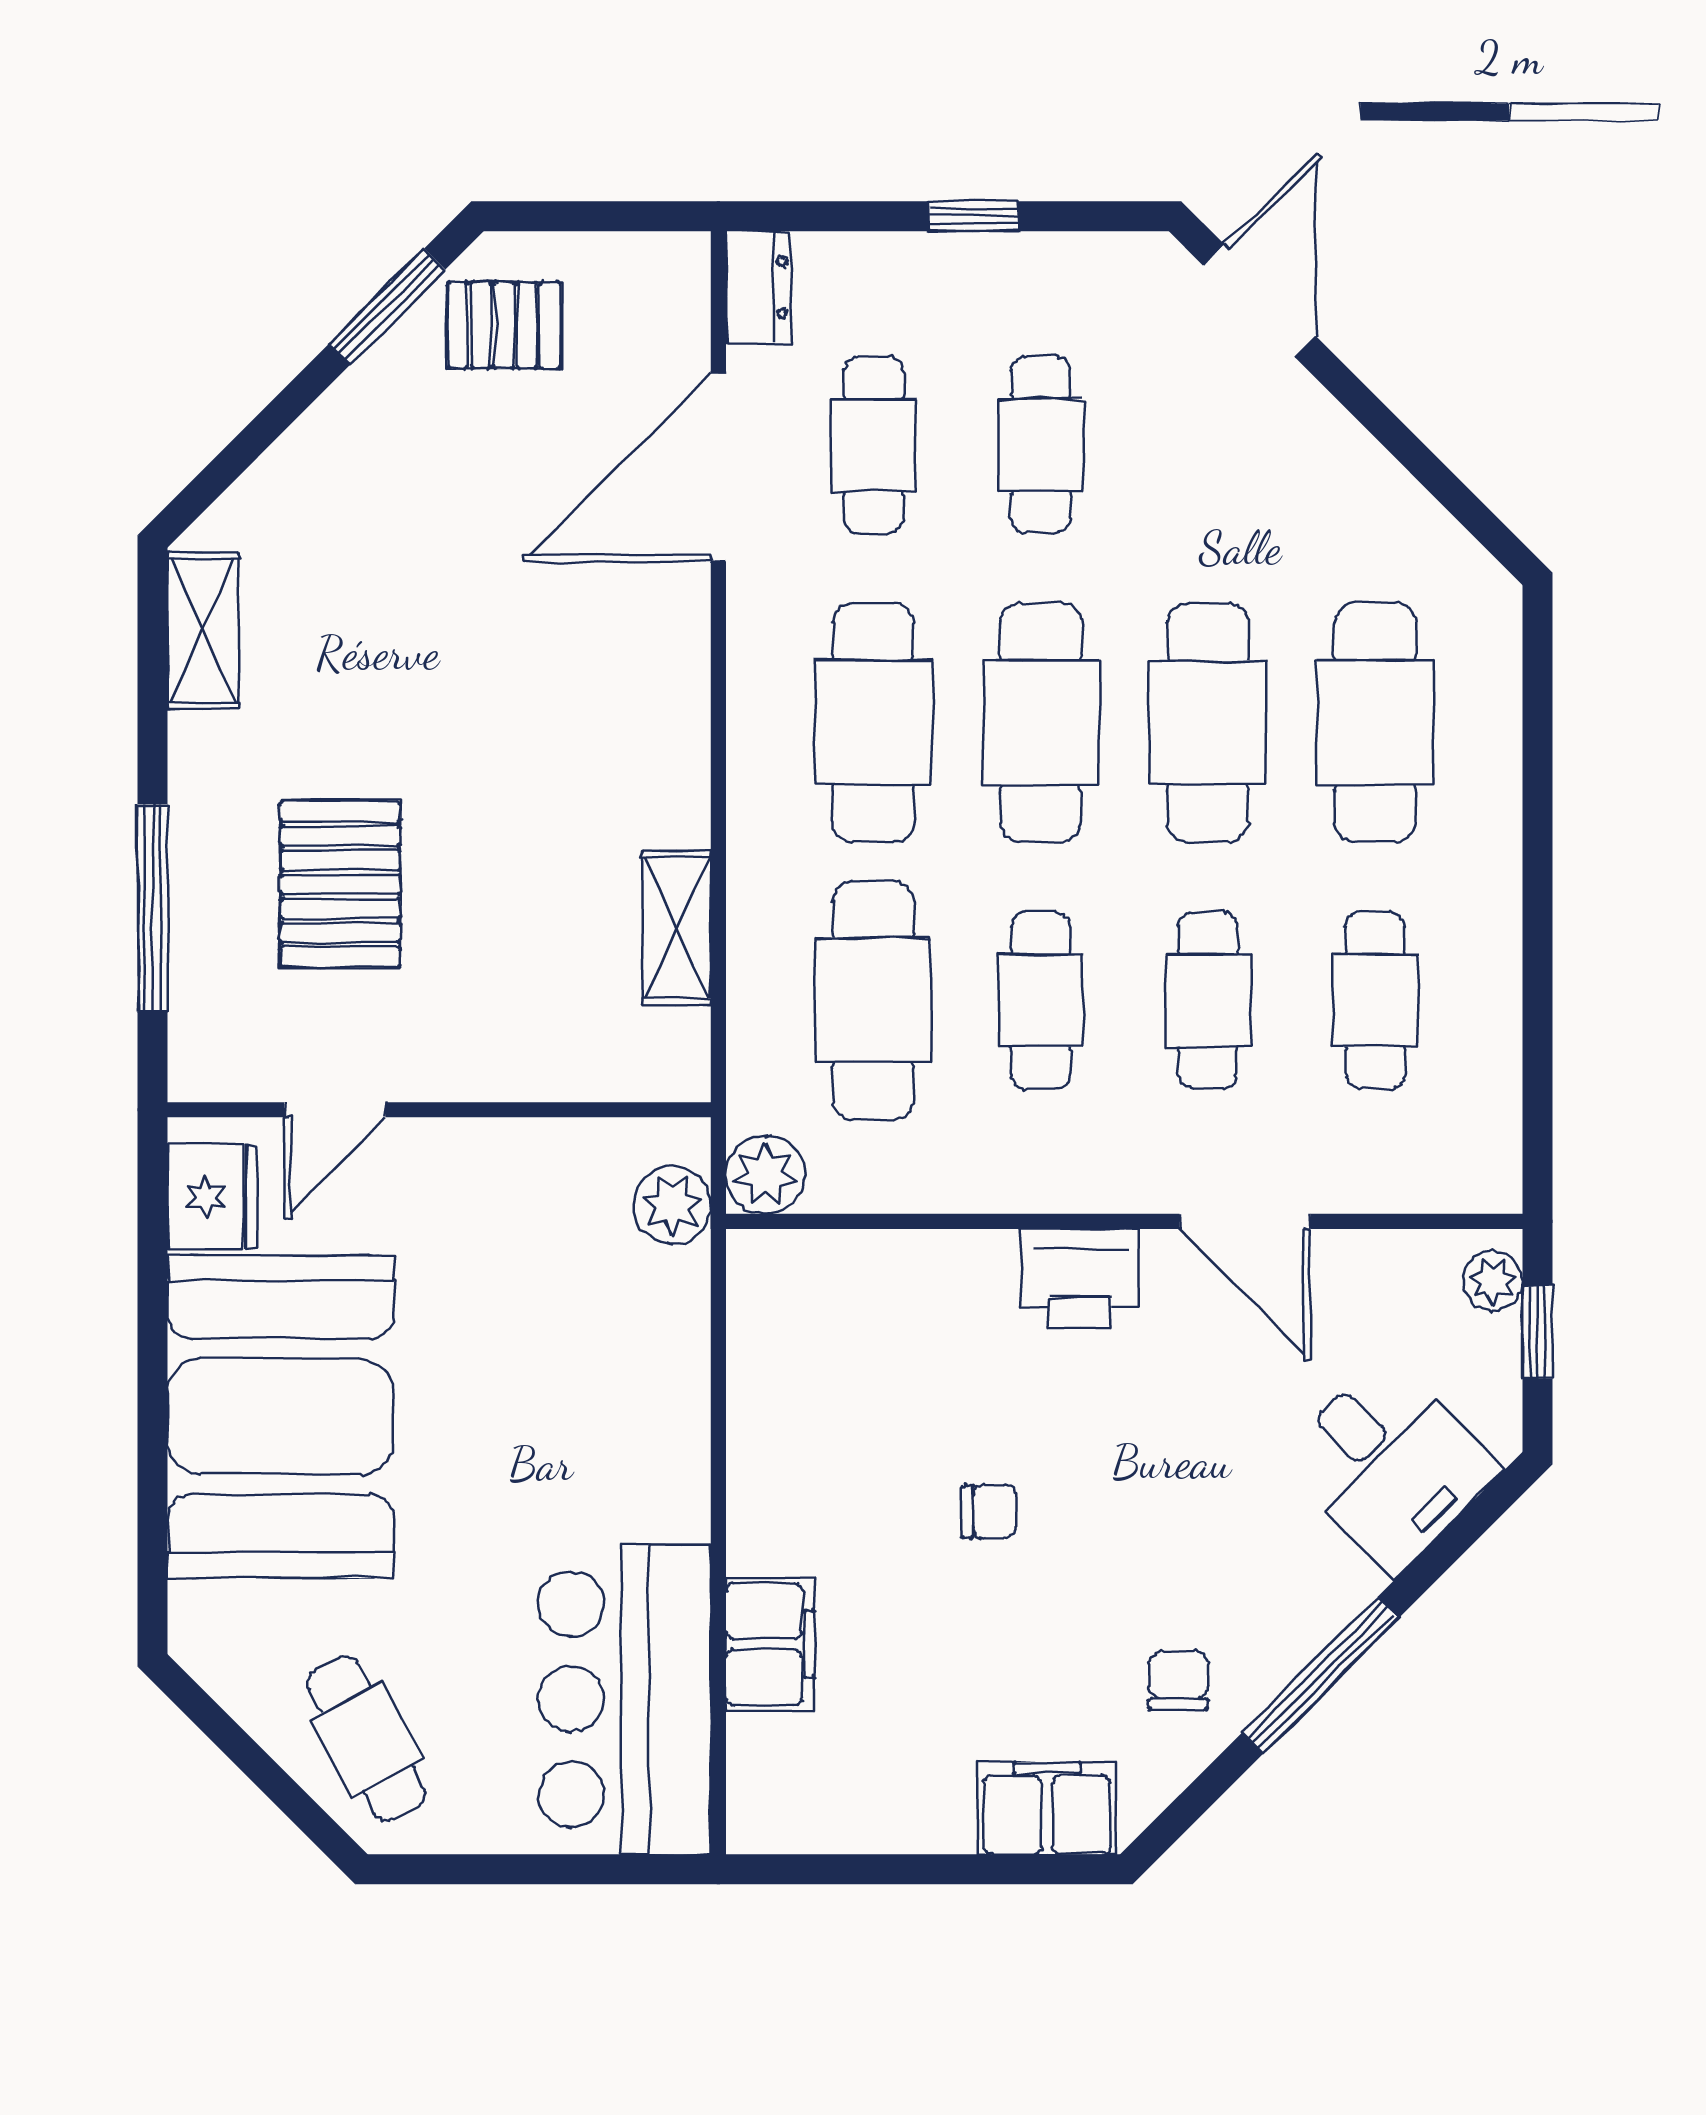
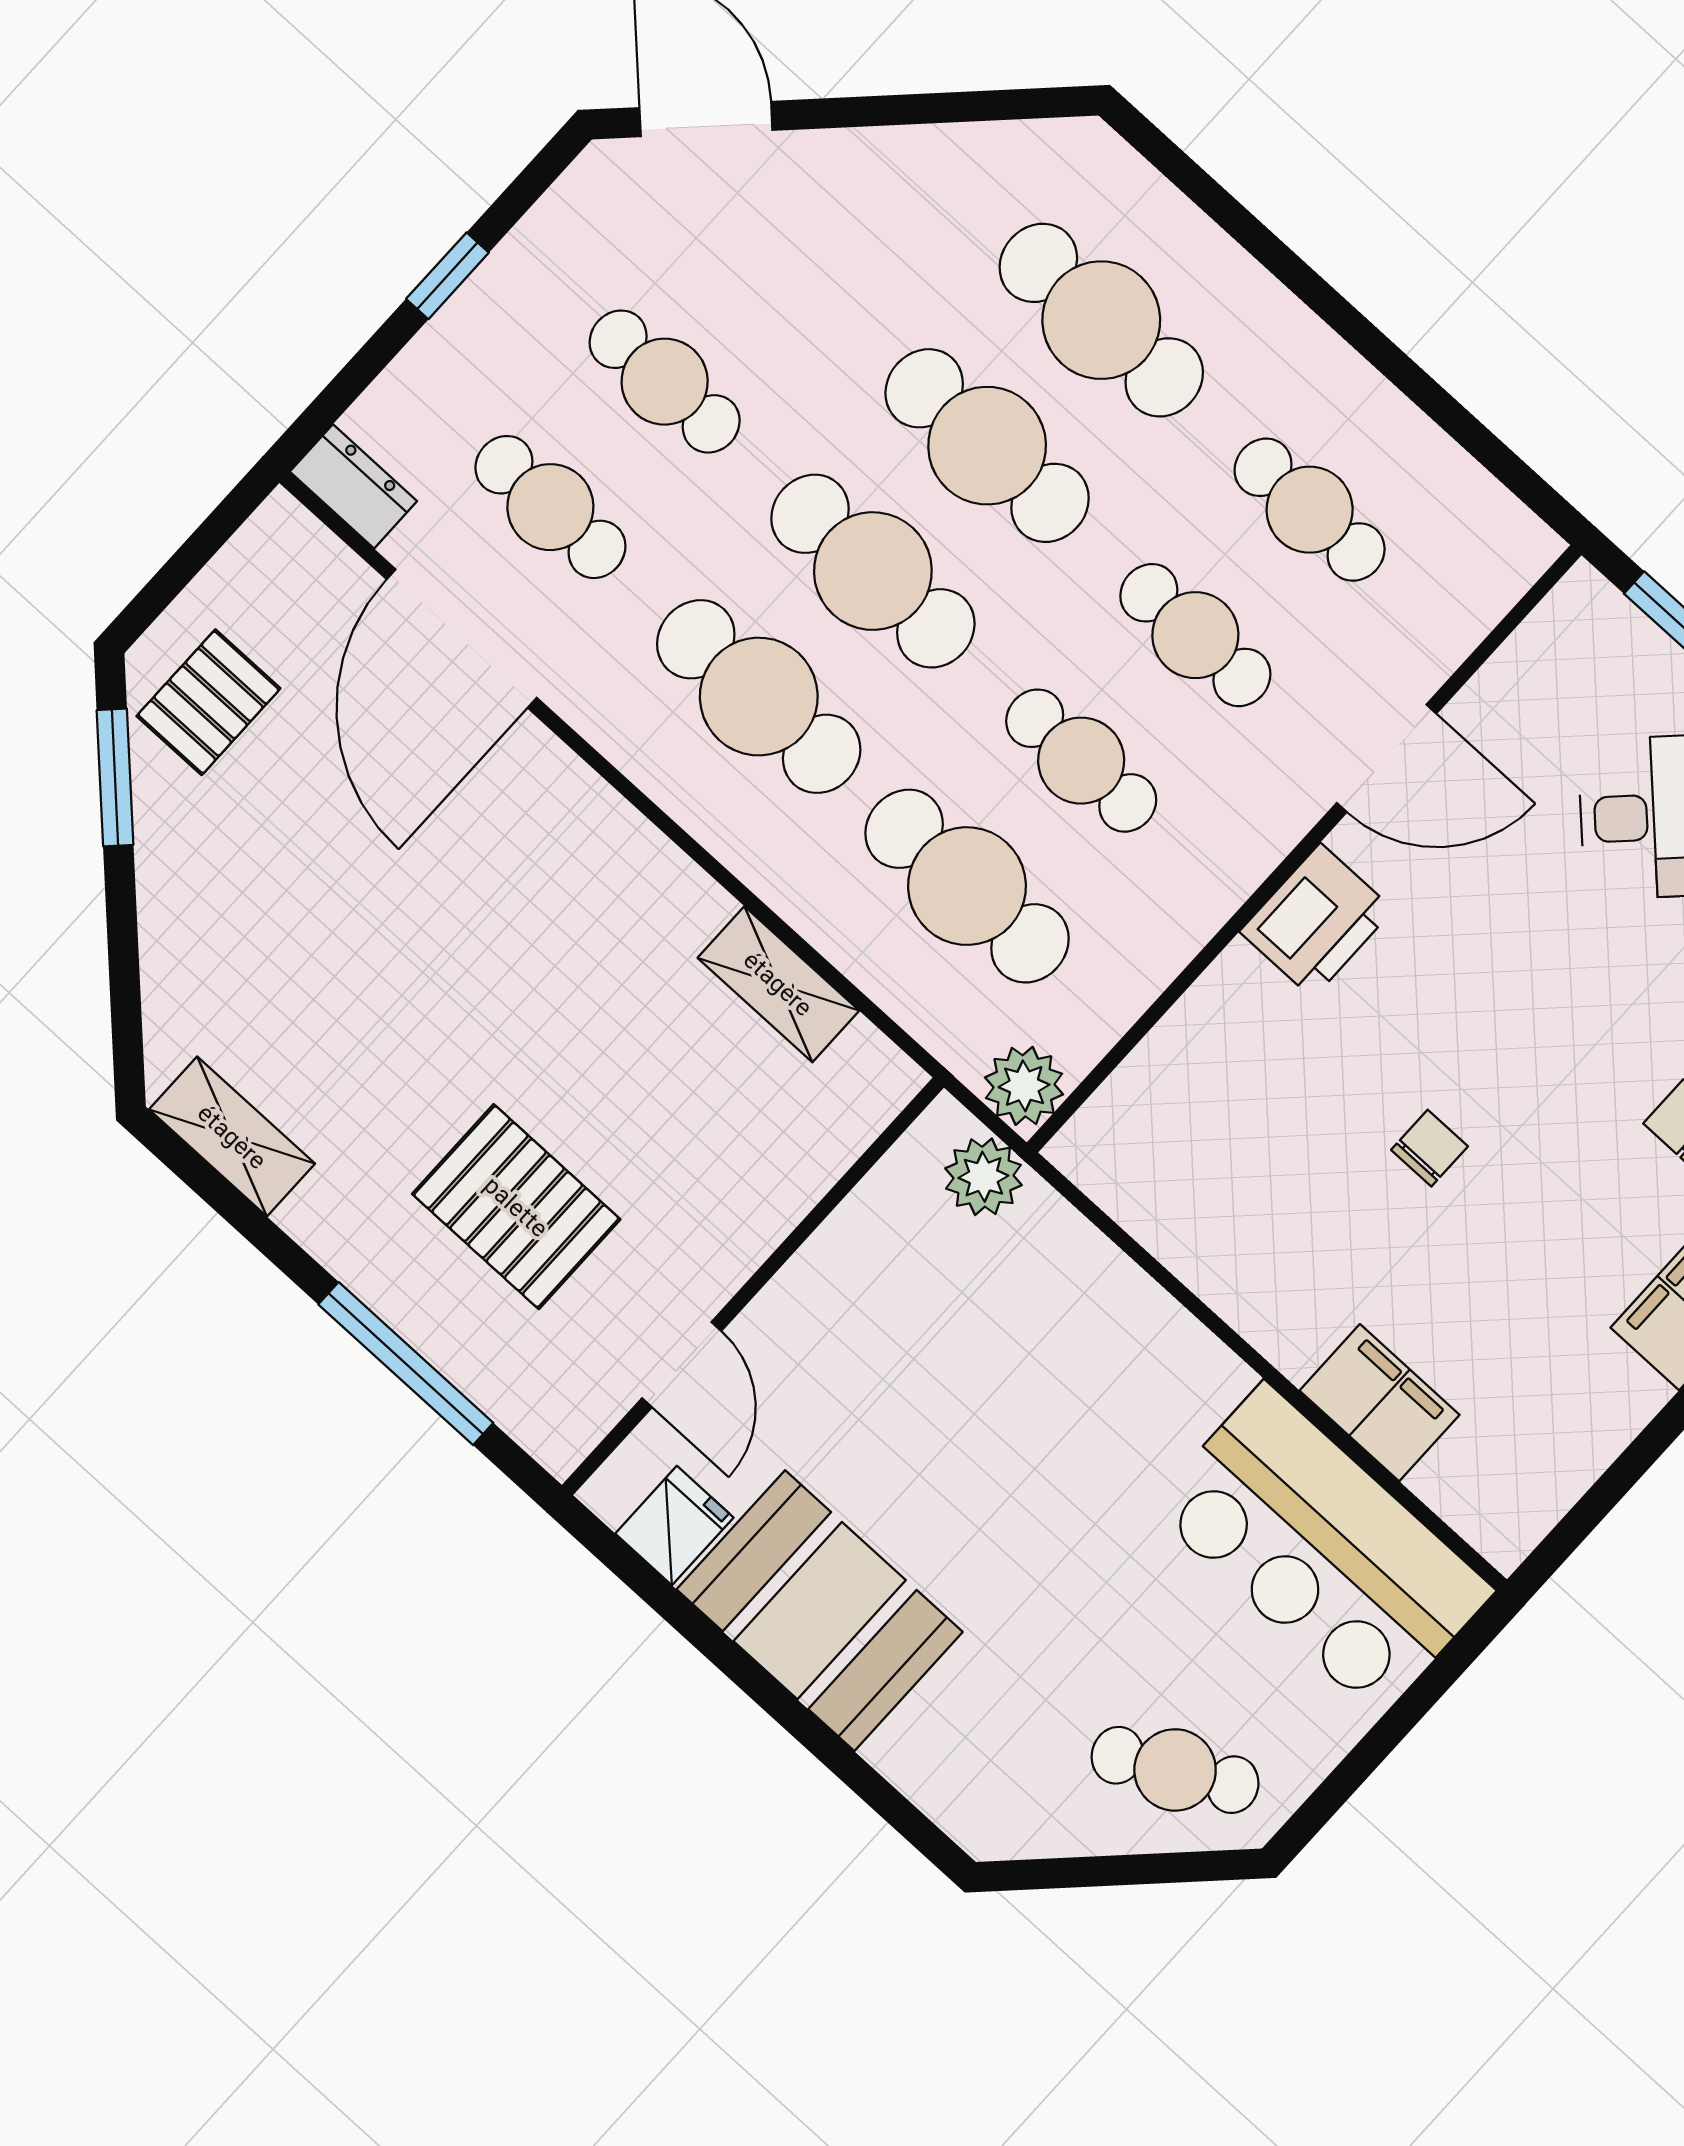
fridge: (213, 1197) -> (674, 1526), width x0.72
plant: (1493, 1281) -> (1600, 613), removed
booth: (281, 1416) -> (820, 1611), width x0.73, depth x0.70

